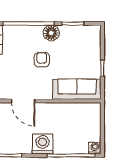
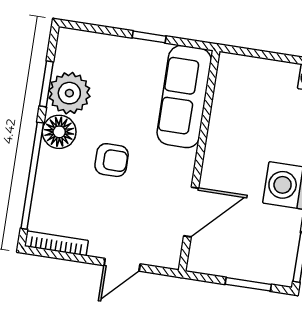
plant: (70, 35) -> (69, 93), added
armchair: (42, 60) -> (112, 160), turned 180

